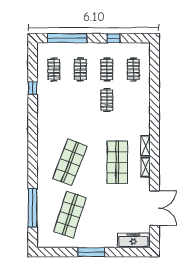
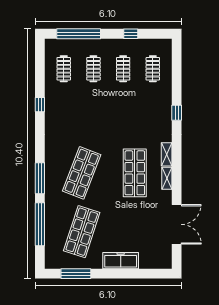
window: (33, 88) -> (40, 105), moved
clothes rail: (107, 100) -> (123, 103), removed
window: (154, 109) -> (177, 113), added
window: (33, 167) -> (40, 178), added
freezer: (133, 240) -> (121, 261), moved
window: (91, 252) -> (76, 274), moved

